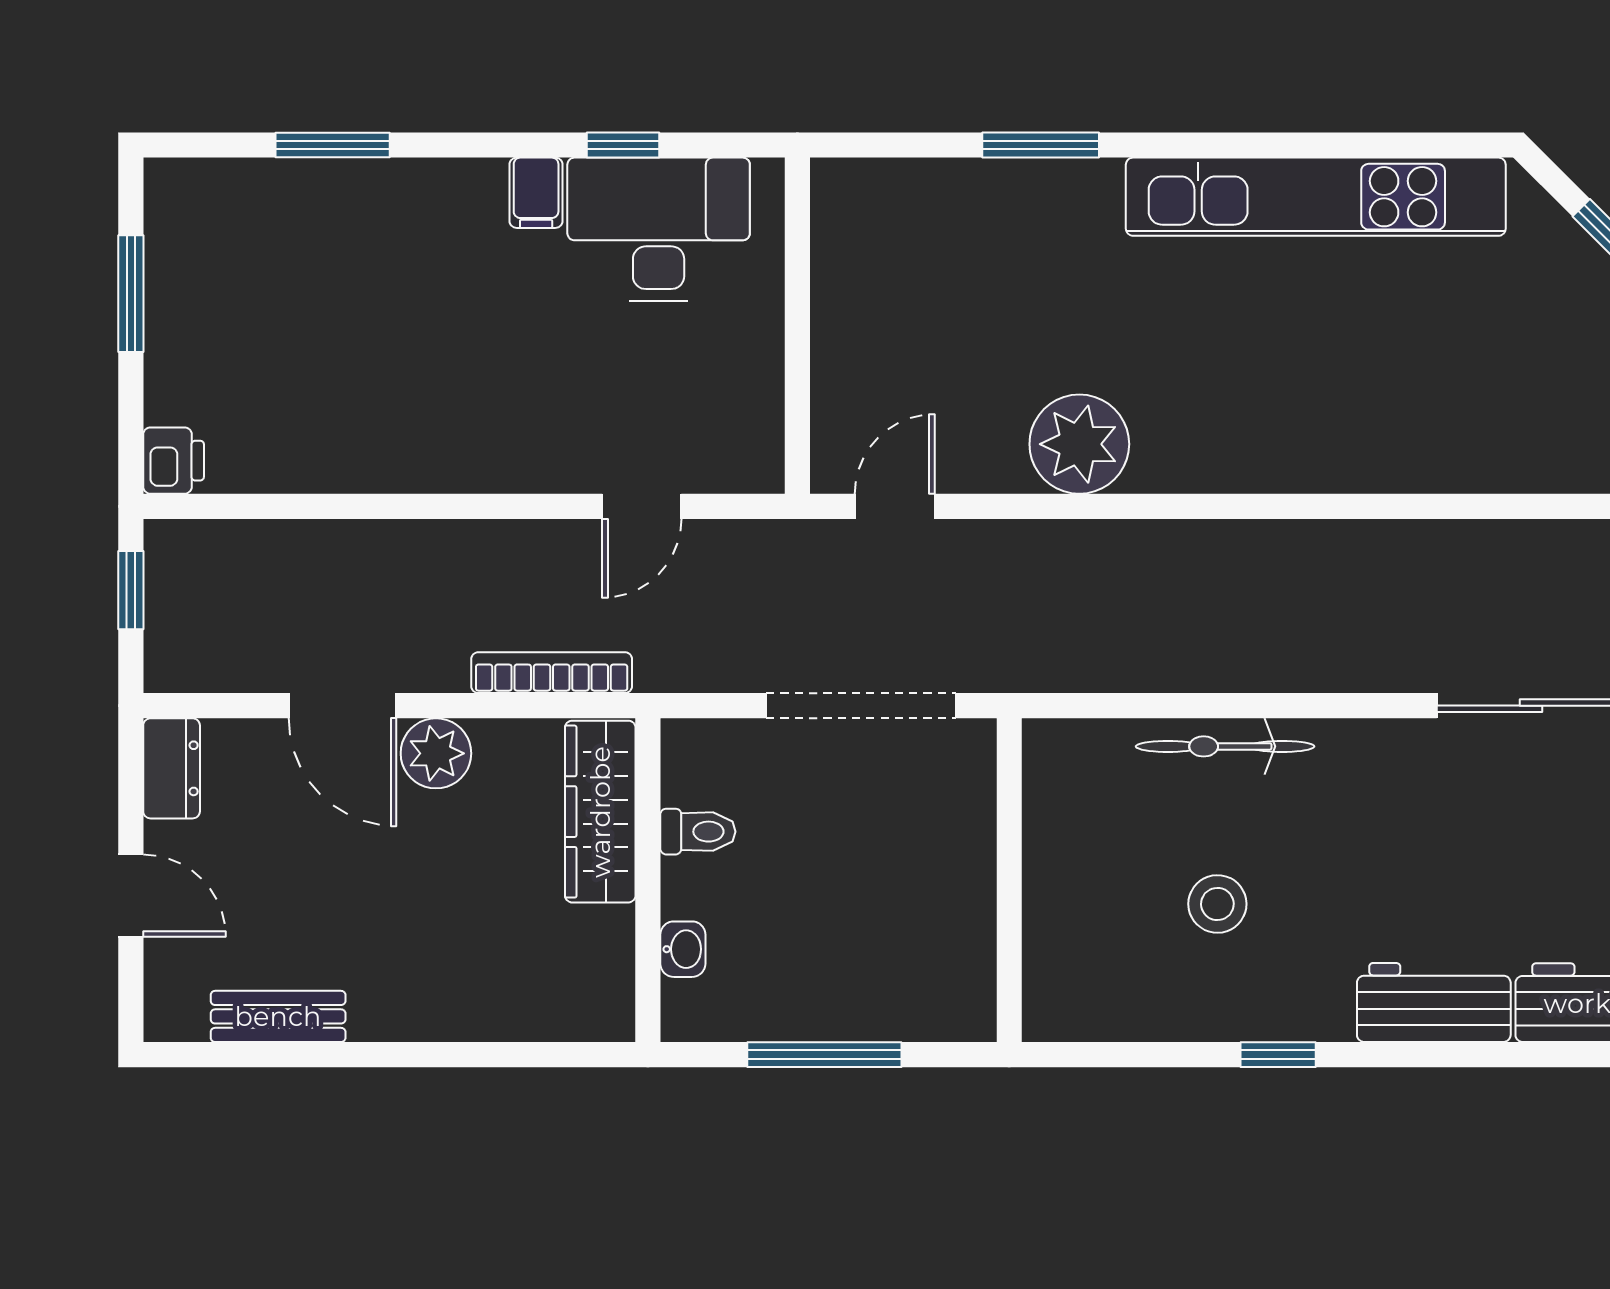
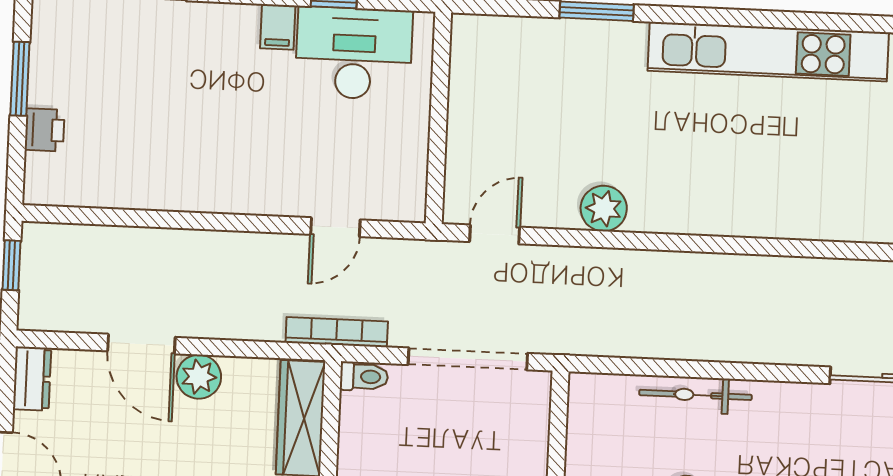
plant: (1079, 444) -> (604, 209), width x0.73, depth x0.73
printer: (174, 461) -> (45, 130), moved
bookcase: (552, 673) -> (337, 332), moved
toilet: (698, 832) -> (364, 377), moved

